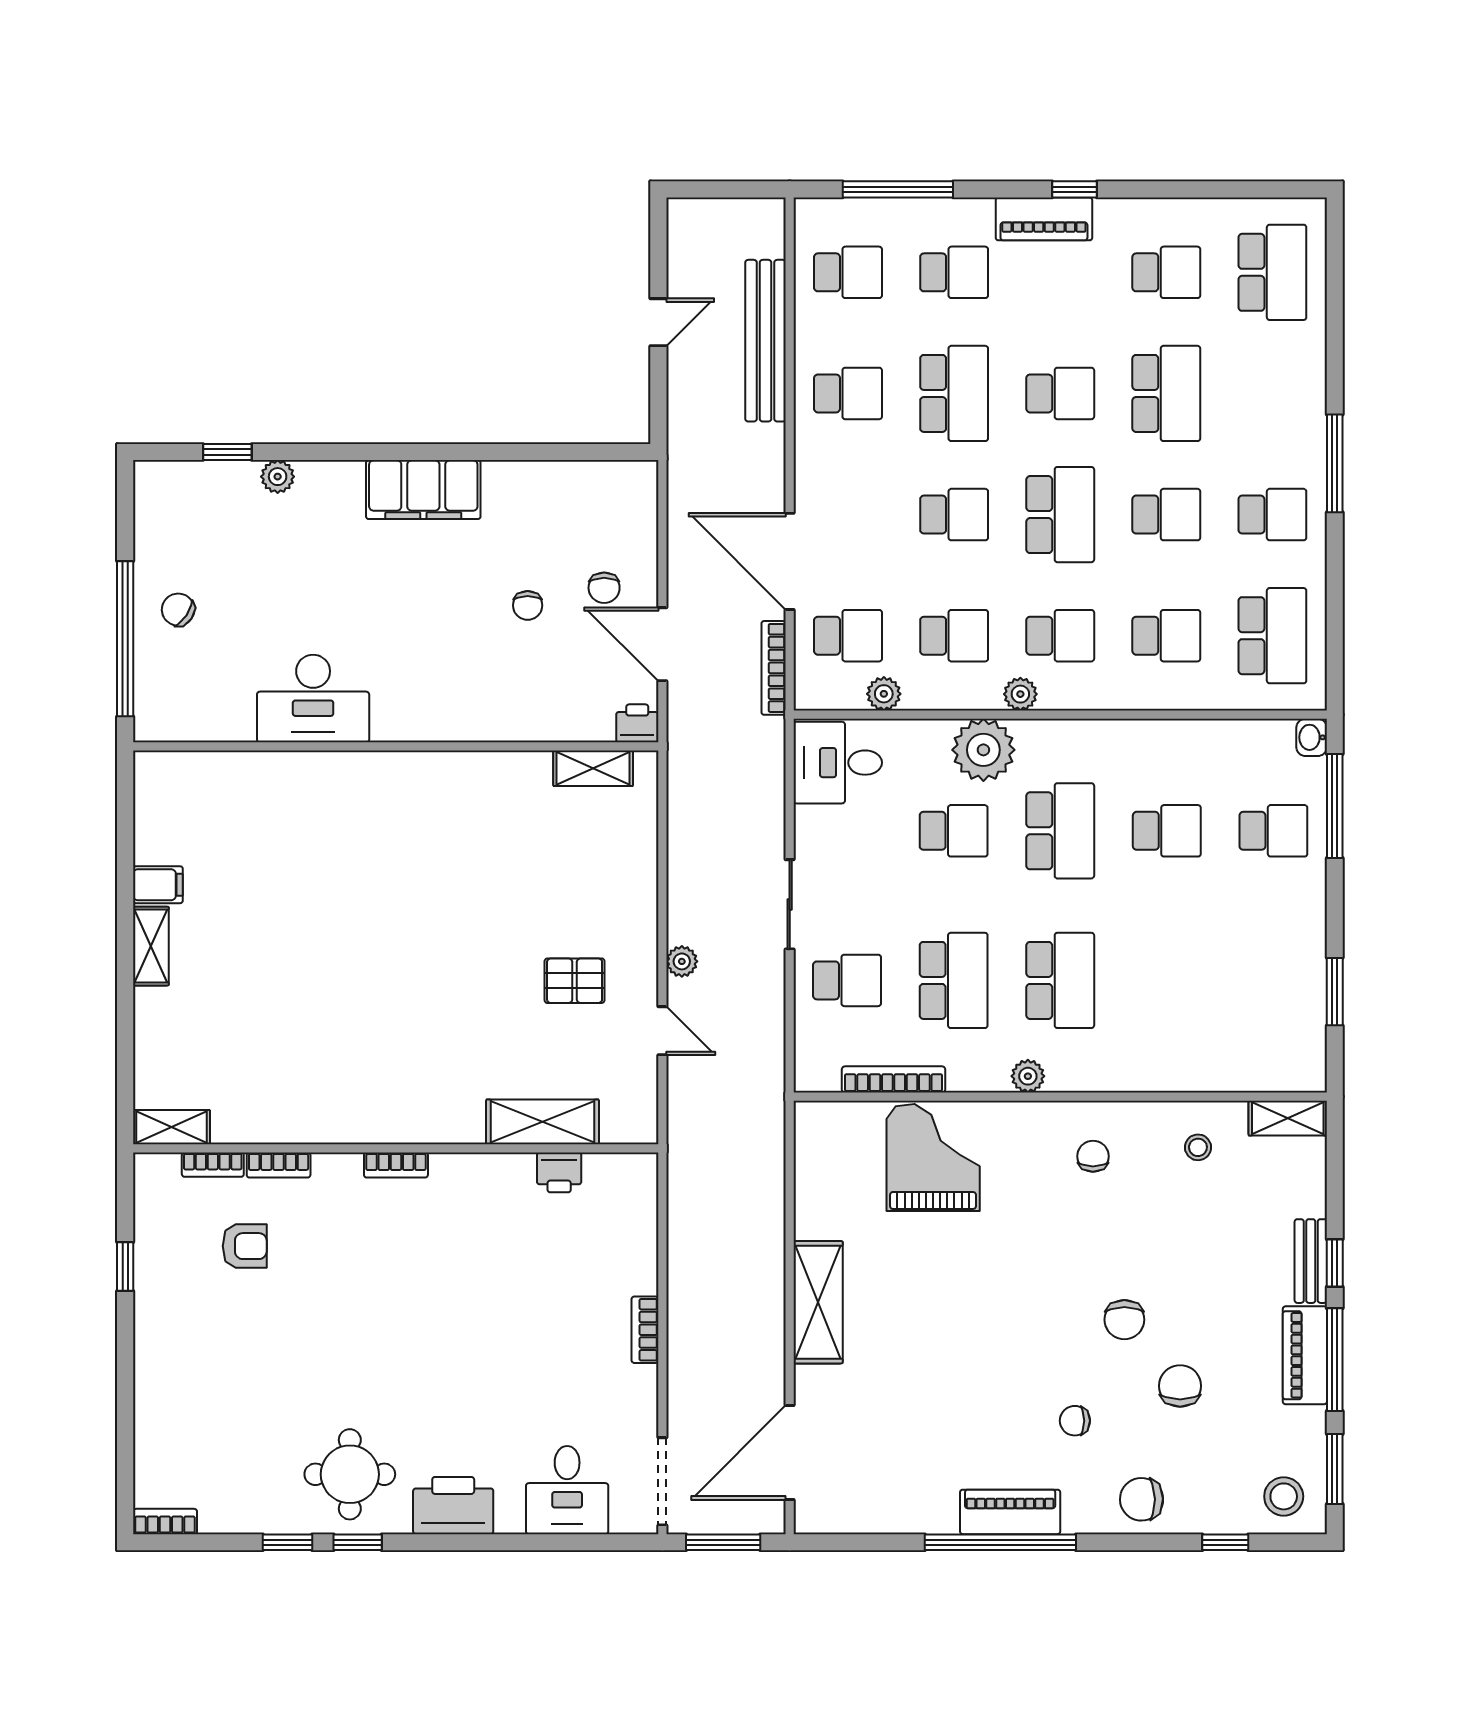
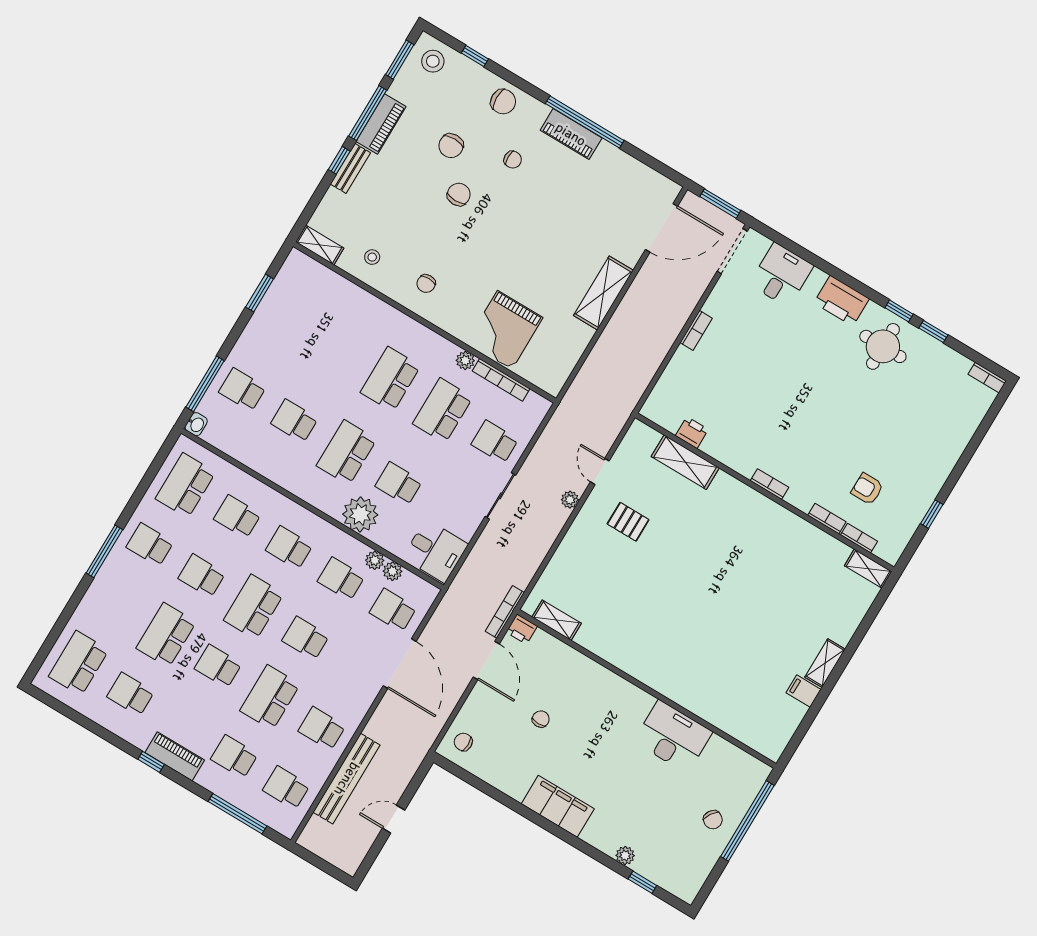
chair: (604, 588) -> (463, 742), moved, turned -90
bookcase: (774, 668) -> (505, 612), moved, turned 180
plant: (1020, 694) -> (375, 560), moved
plant: (1028, 1076) -> (465, 360), moved

